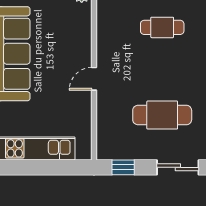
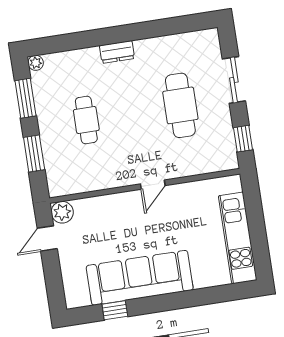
door: (94, 79) -> (153, 185), hinge flipped

